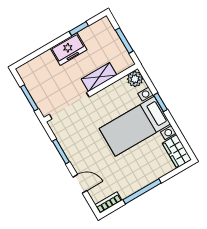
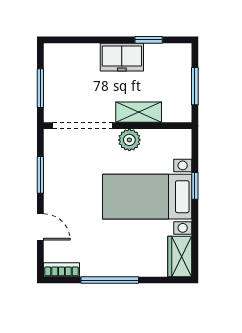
plant: (135, 79) -> (129, 140), moved

